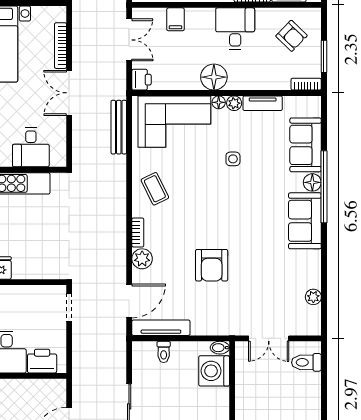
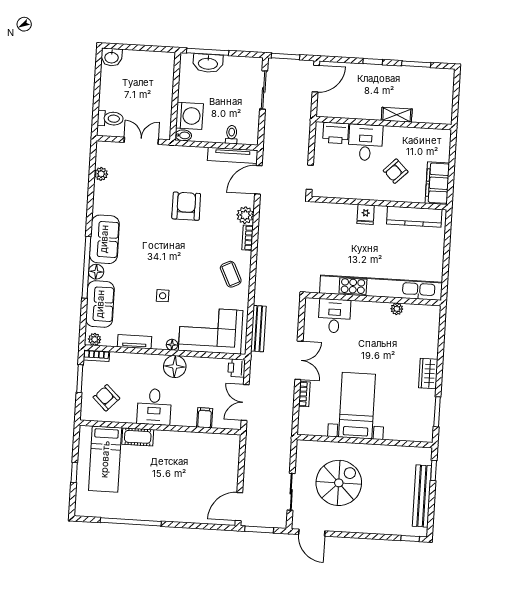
bookcase: (60, 46) -> (304, 394), width x0.64
plant: (234, 103) -> (95, 339), moved

